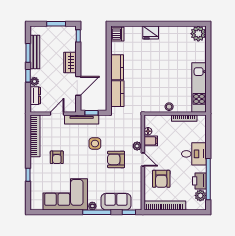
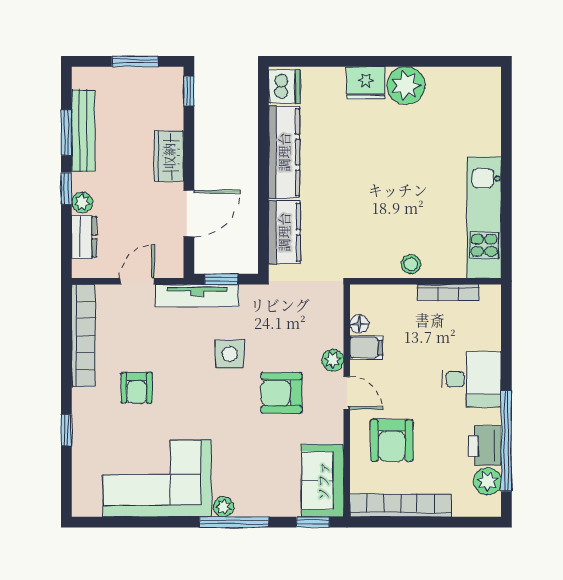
plant: (198, 34) -> (406, 85), moved
kitchen counter: (117, 67) -> (284, 152), width x1.50
sofa: (116, 202) -> (323, 481), moved, turned -90

